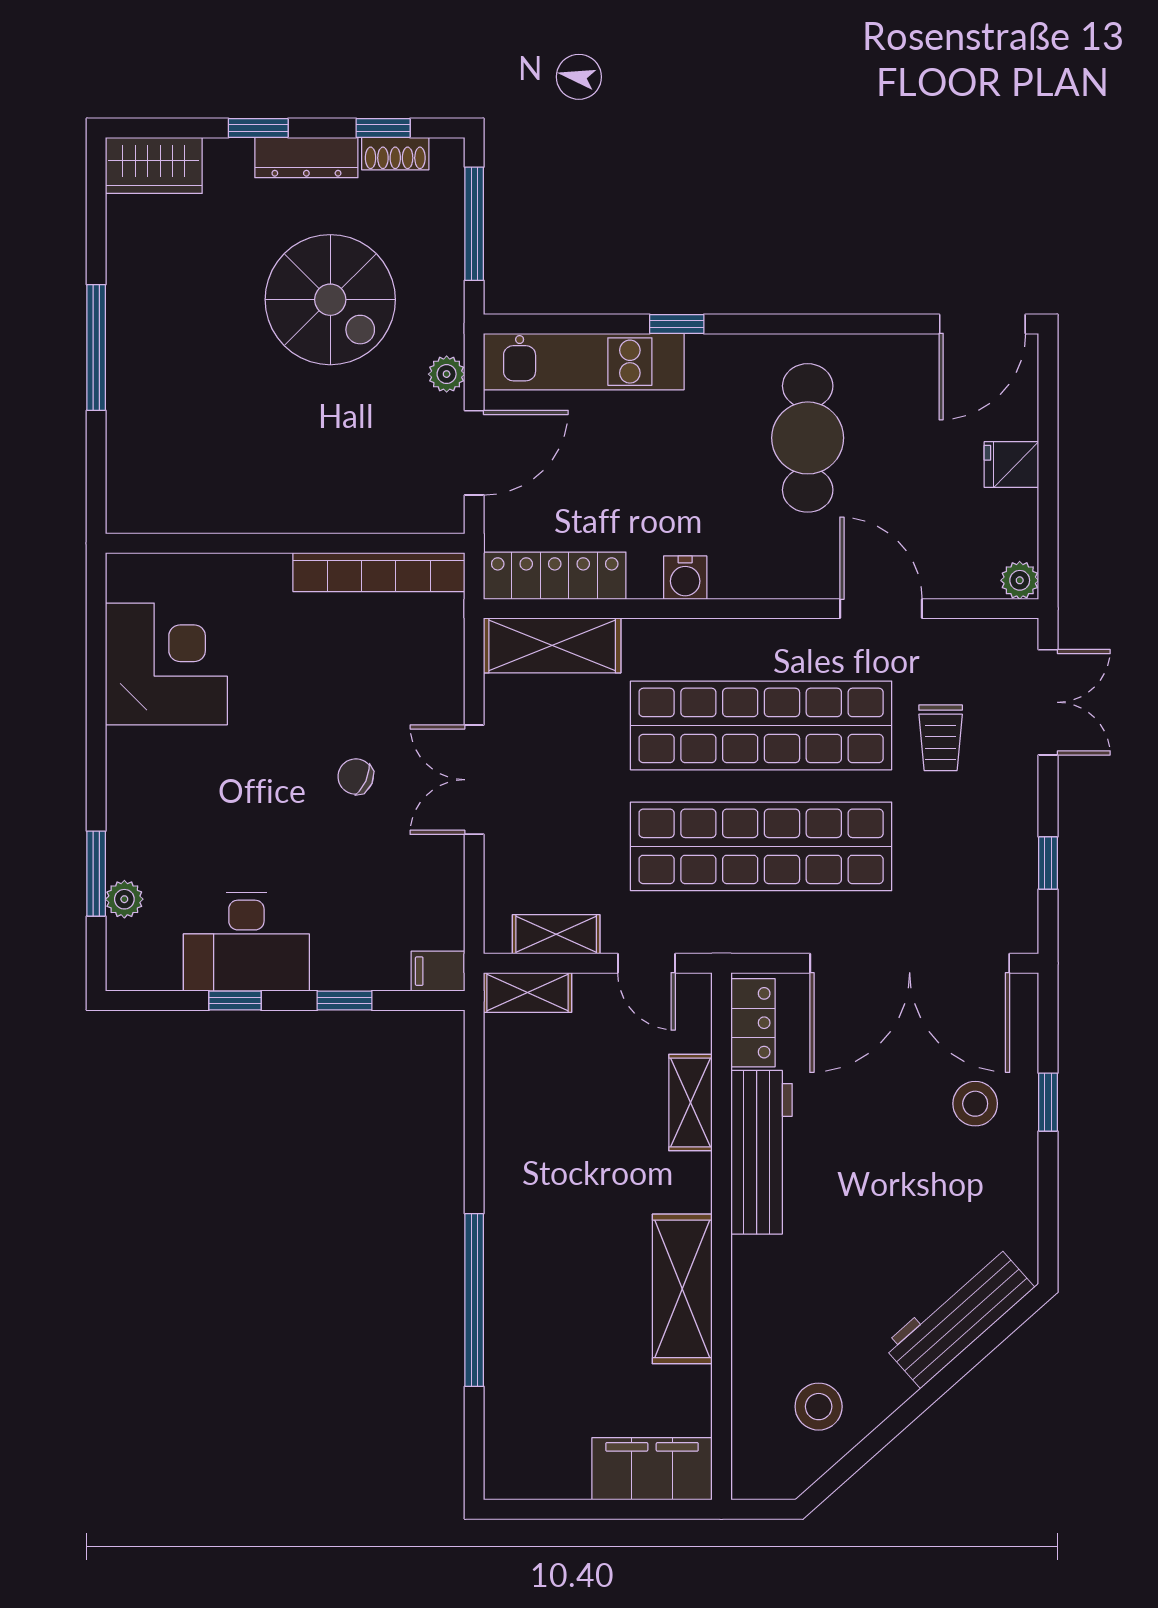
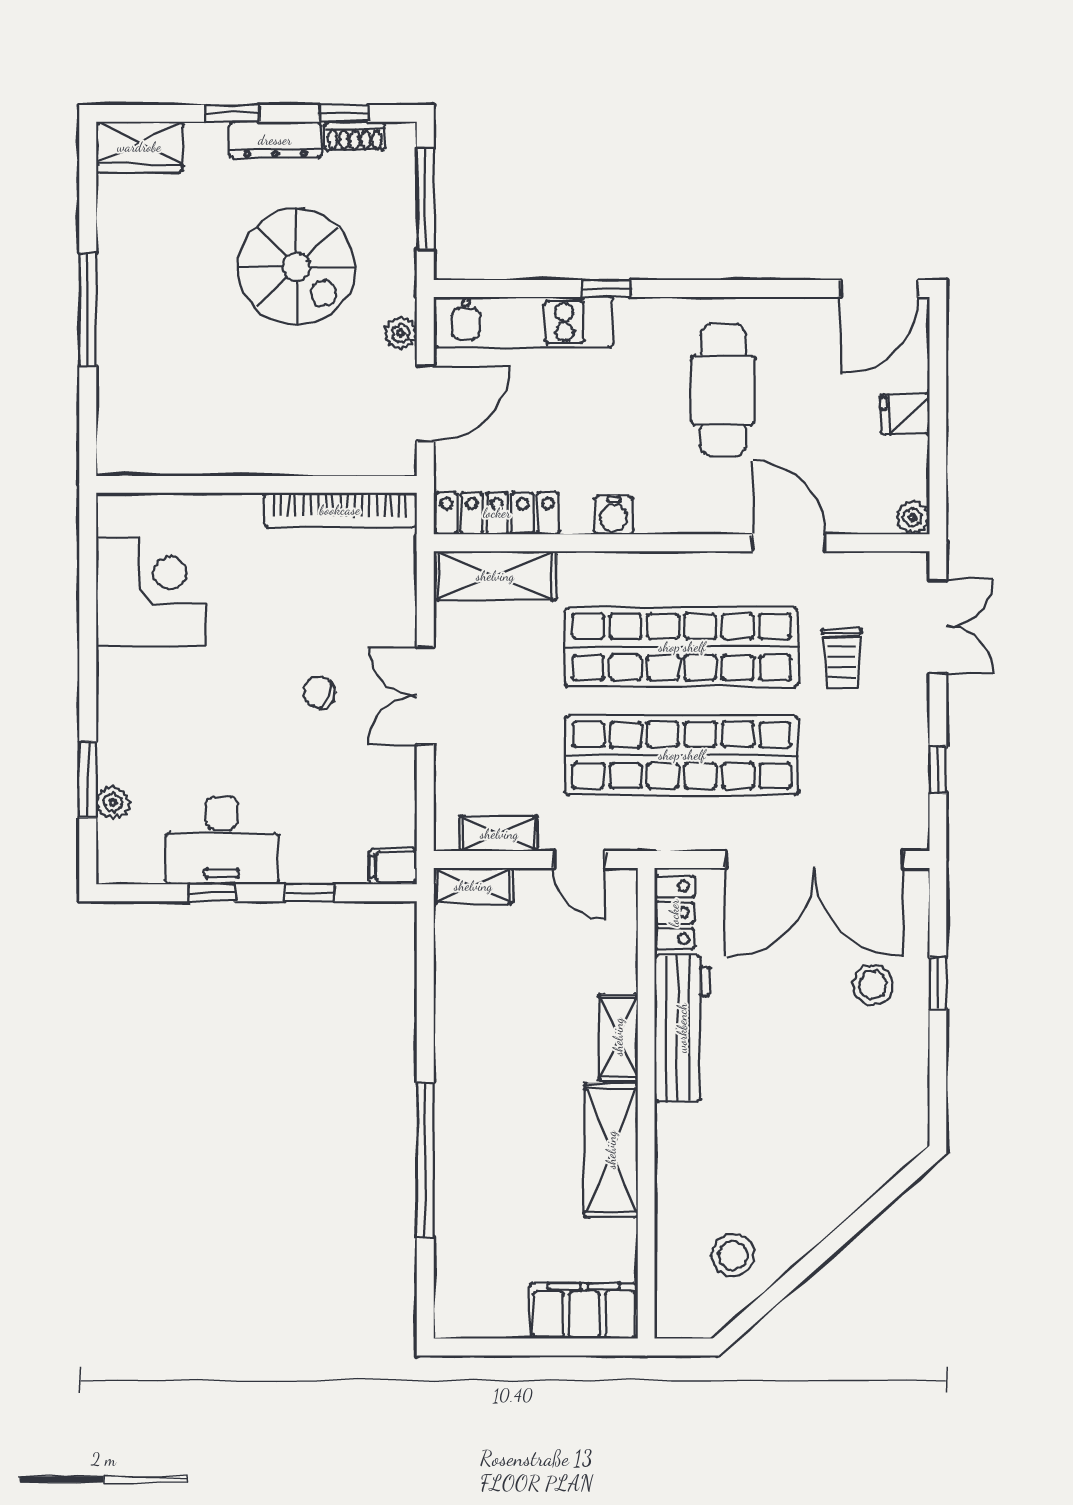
shelving: (690, 1102) -> (618, 1037), moved
workbench: (959, 1317) -> (858, 1175), removed

